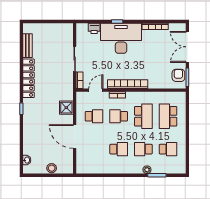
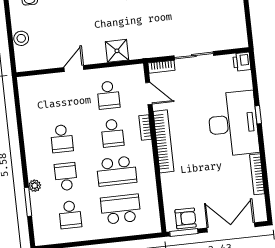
printer: (94, 28) -> (242, 62), moved
school desk: (119, 116) -> (112, 133), turned 180
door: (75, 136) -> (74, 69), width x0.53

